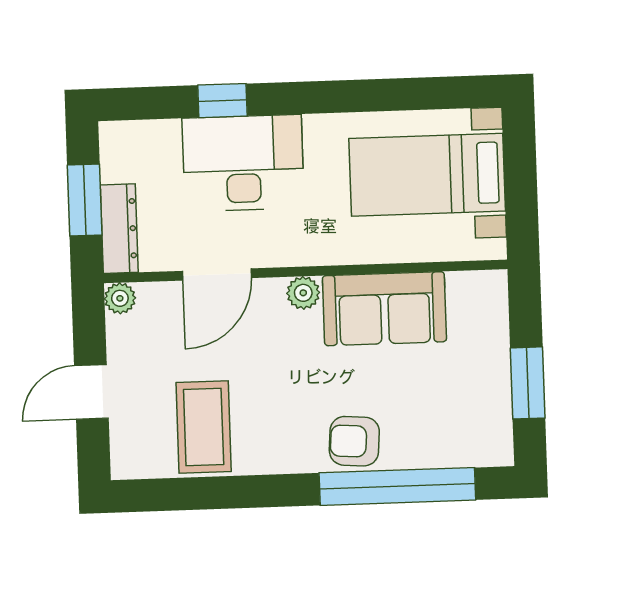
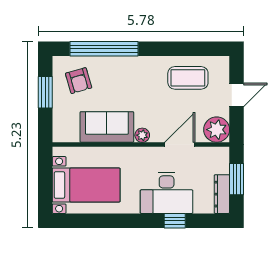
dresser: (119, 229) -> (222, 194), moved
plant: (120, 298) -> (217, 130), width x1.87, depth x1.87
coffee table: (204, 427) -> (188, 78), turned 90
armchair: (354, 441) -> (79, 81), moved, turned 70

